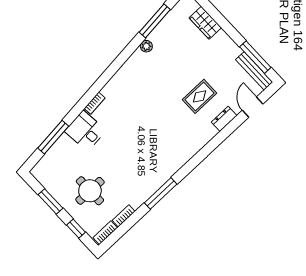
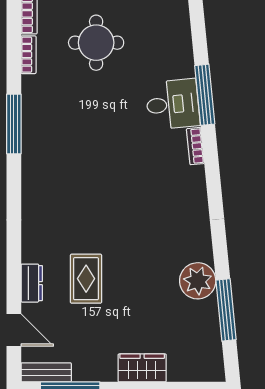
wardrobe: (205, 23) -> (142, 368), moved
plant: (146, 46) -> (198, 281), width x1.88, depth x1.88
bench: (254, 71) -> (46, 372), width x0.73
window: (53, 137) -> (205, 95), moved

